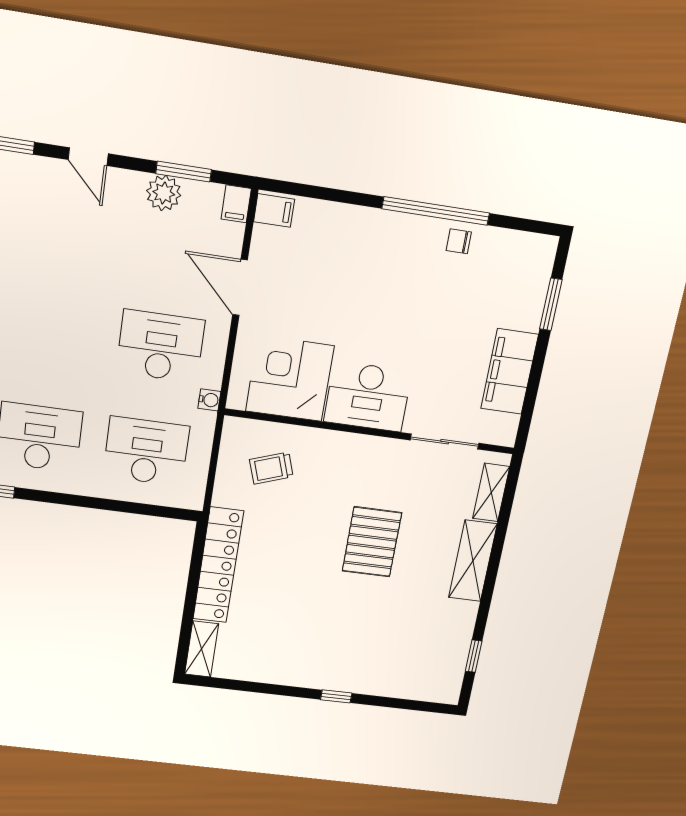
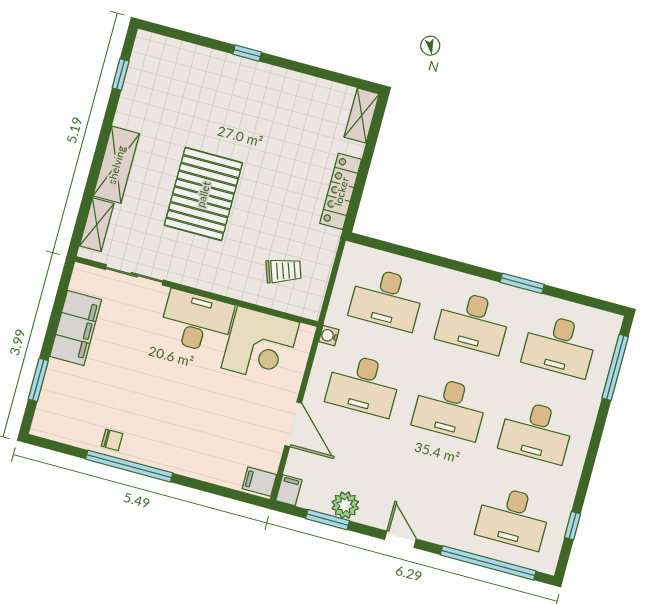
desk: (51, 331) -> (450, 408), added
pallet: (372, 542) -> (203, 194), width x1.37, depth x1.41
locker: (218, 565) -> (341, 191), width x0.71, depth x0.83

